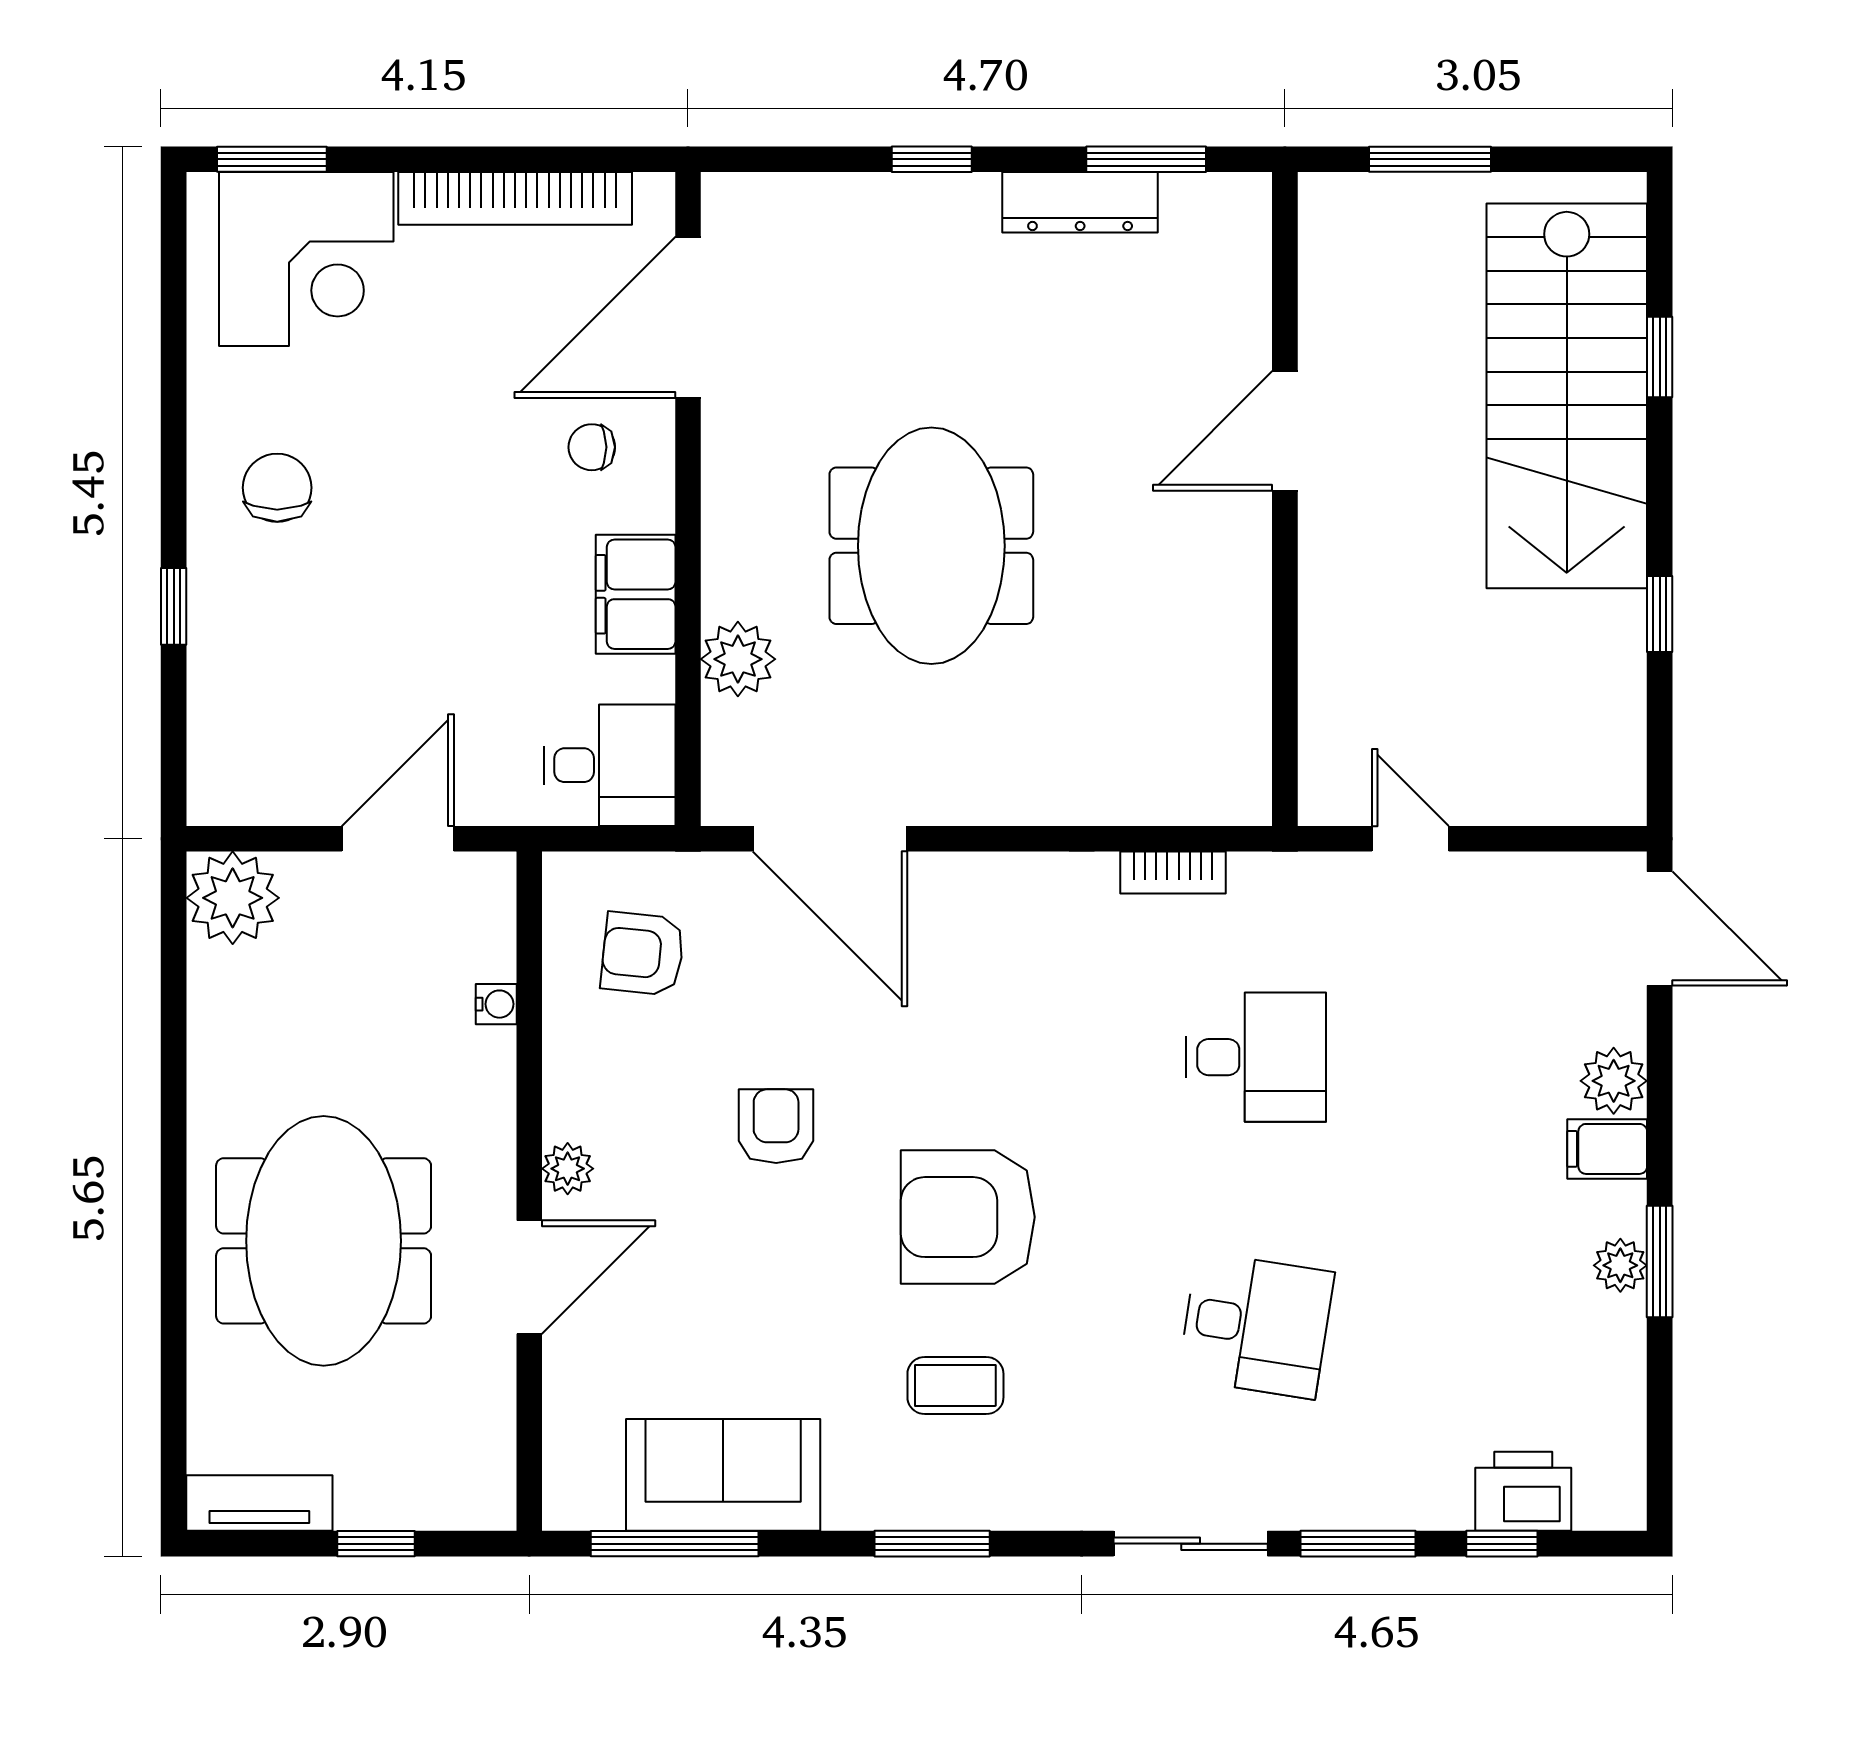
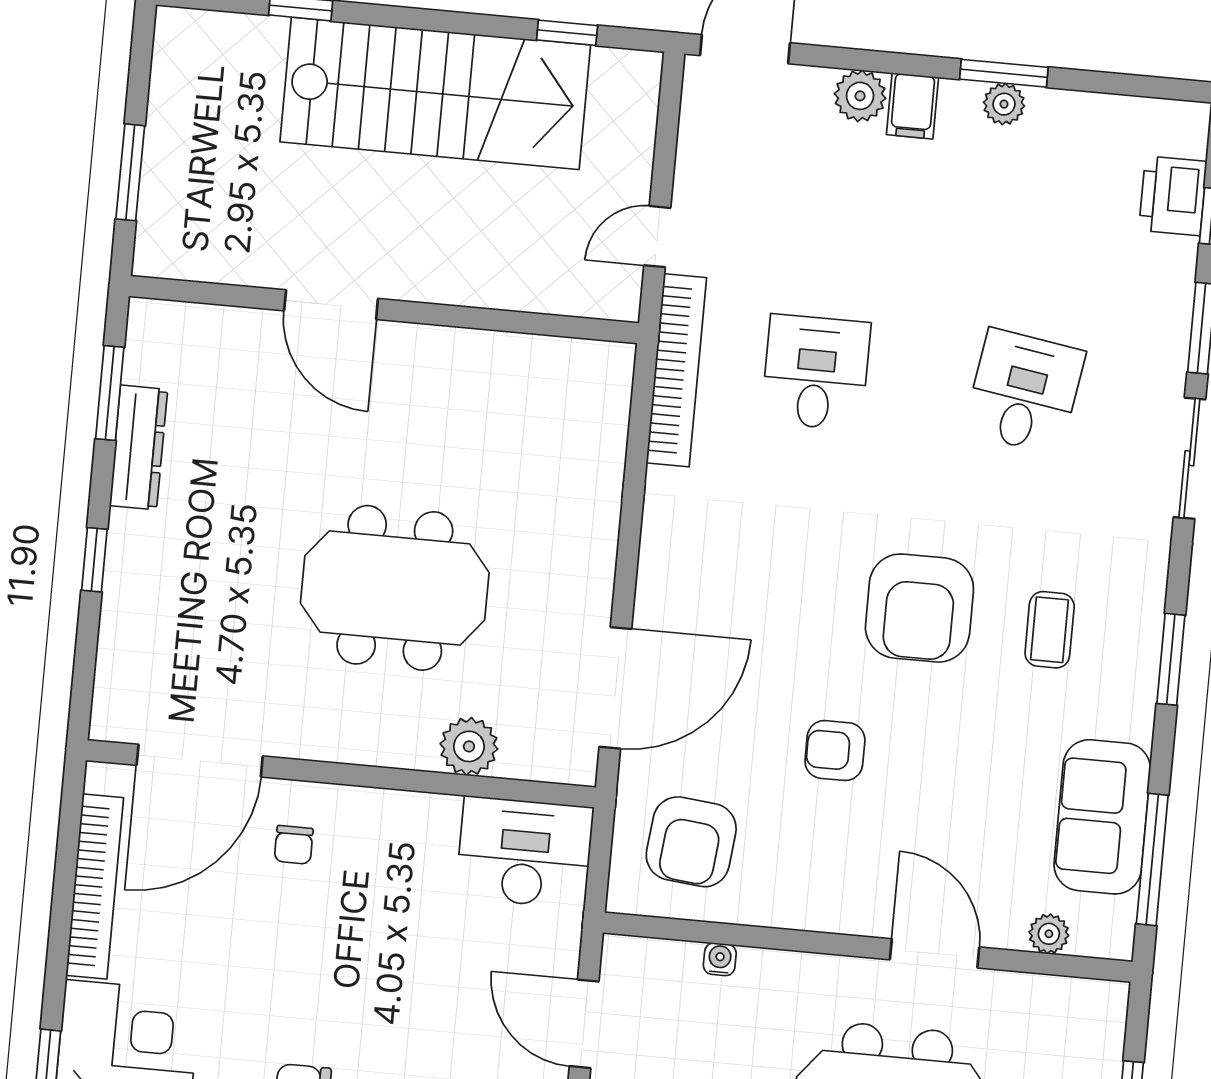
door: (688, 317) -> (200, 761), hinge flipped
stairs: (1567, 396) -> (435, 93), moved
filing cabinet: (636, 594) -> (411, 821), removed
window: (1660, 614) -> (567, 33), moved
desk: (610, 765) -> (525, 852), width x1.37
bookcase: (1173, 873) -> (676, 370), width x2.31, depth x1.31
armchair: (643, 954) -> (691, 842), width x1.38, depth x1.38
plant: (568, 1169) -> (1049, 934), moved

